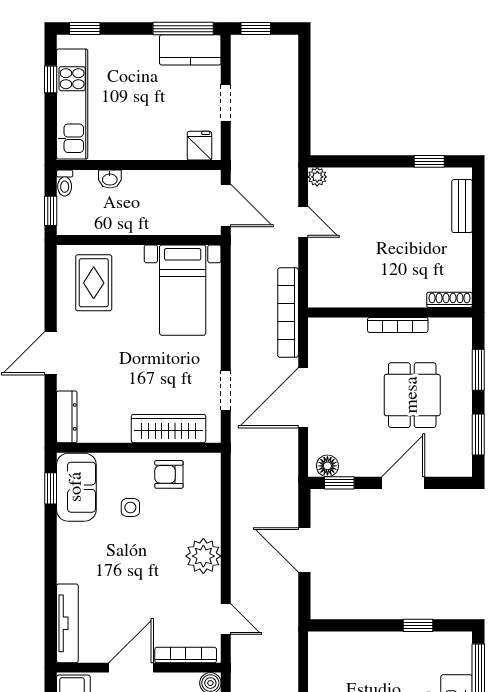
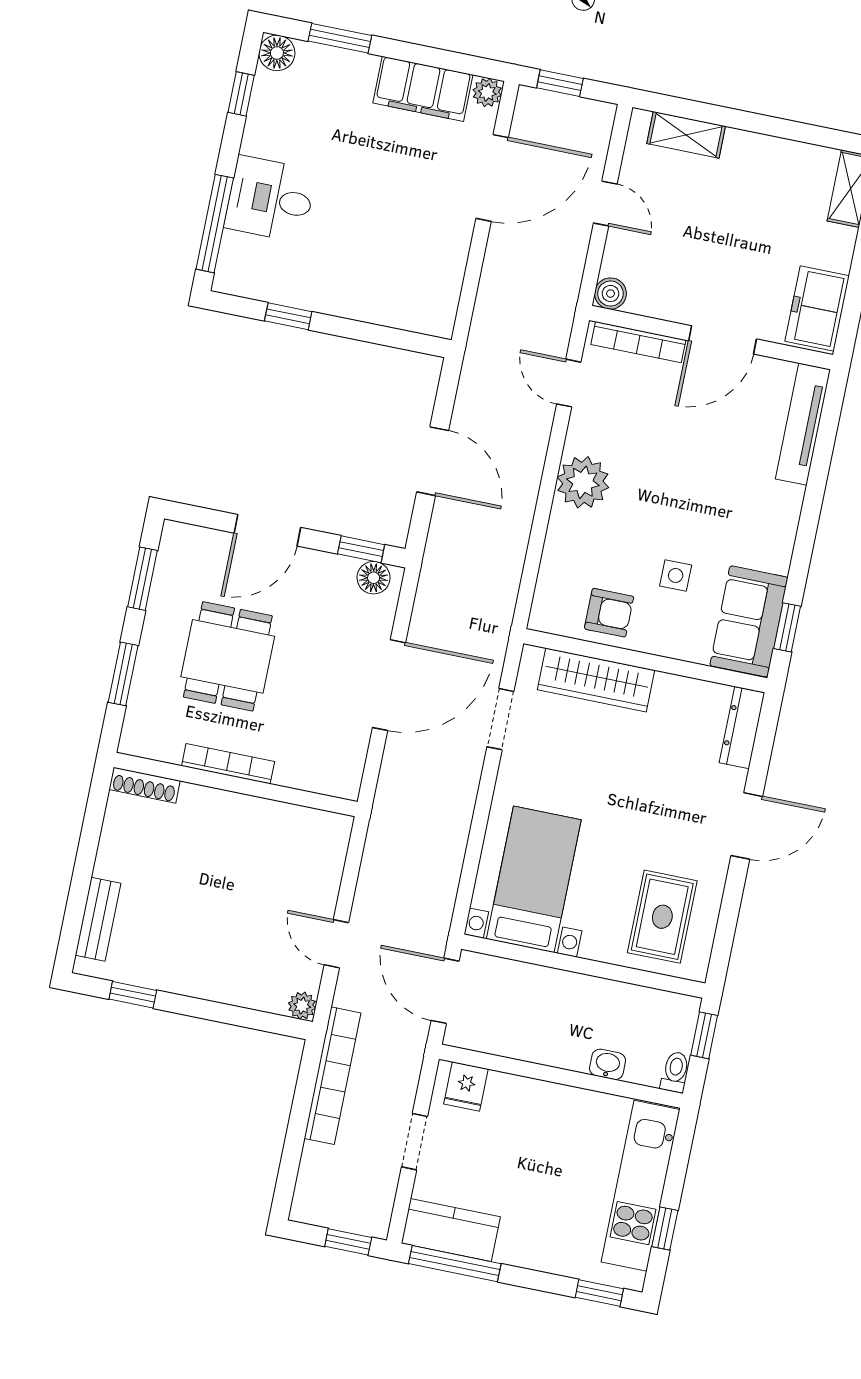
bookcase: (288, 313) -> (332, 1076), moved

